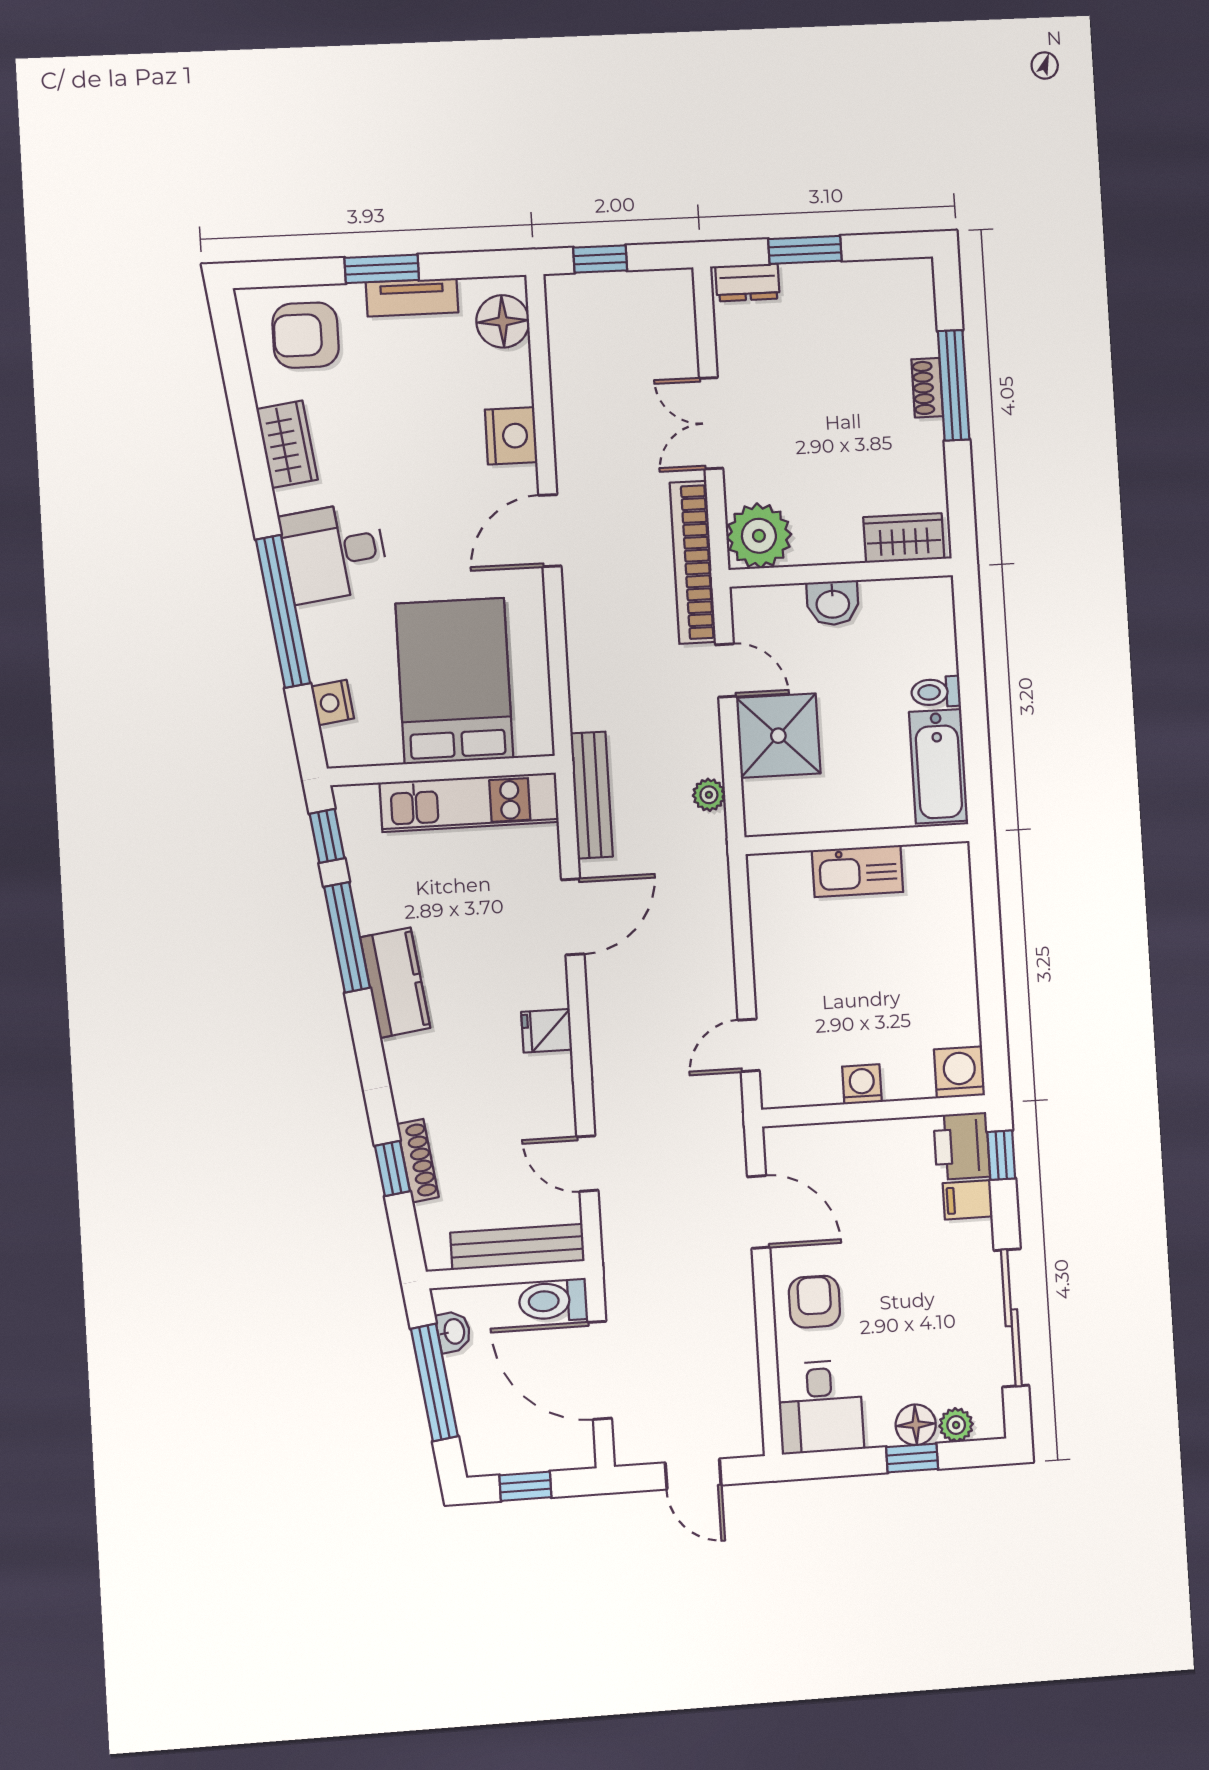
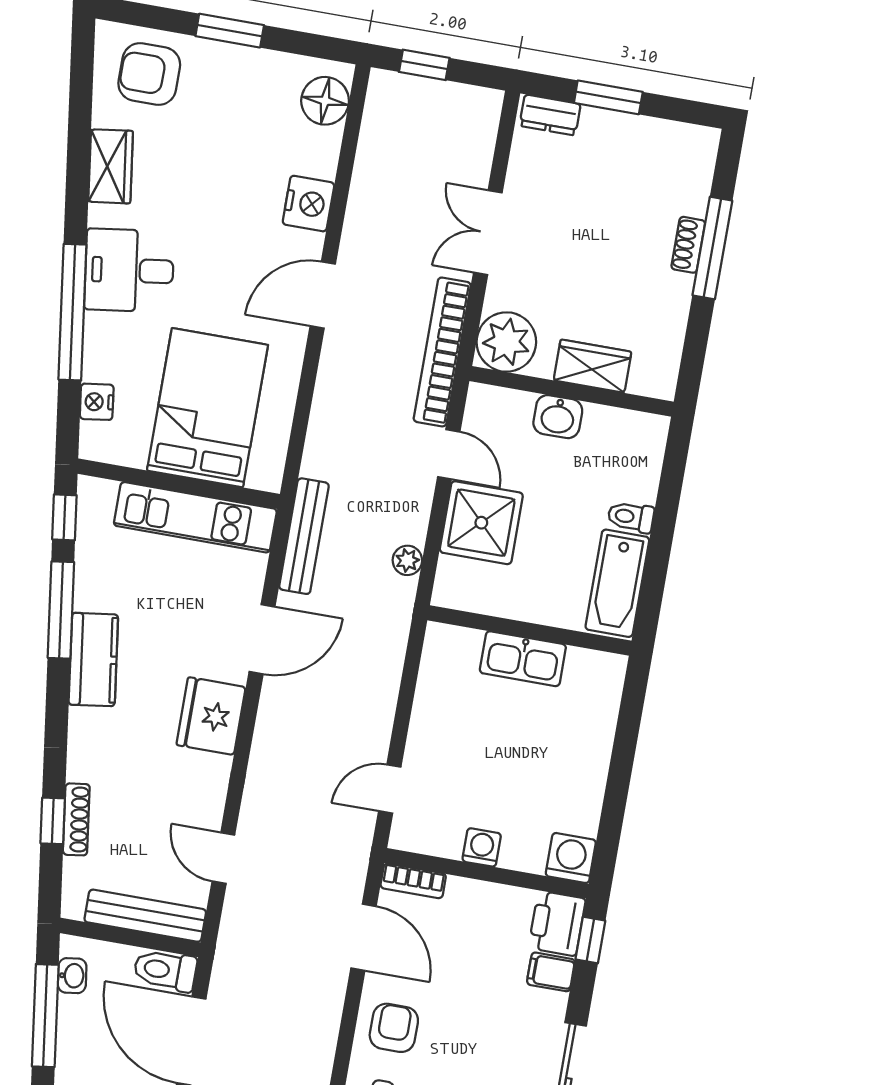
tv unit: (412, 297) -> (250, 62), removed
wardrobe: (904, 538) -> (592, 366), moved
fridge: (547, 1031) -> (211, 716), width x1.88, depth x1.34
bookcase: (797, 1138) -> (413, 881), added

